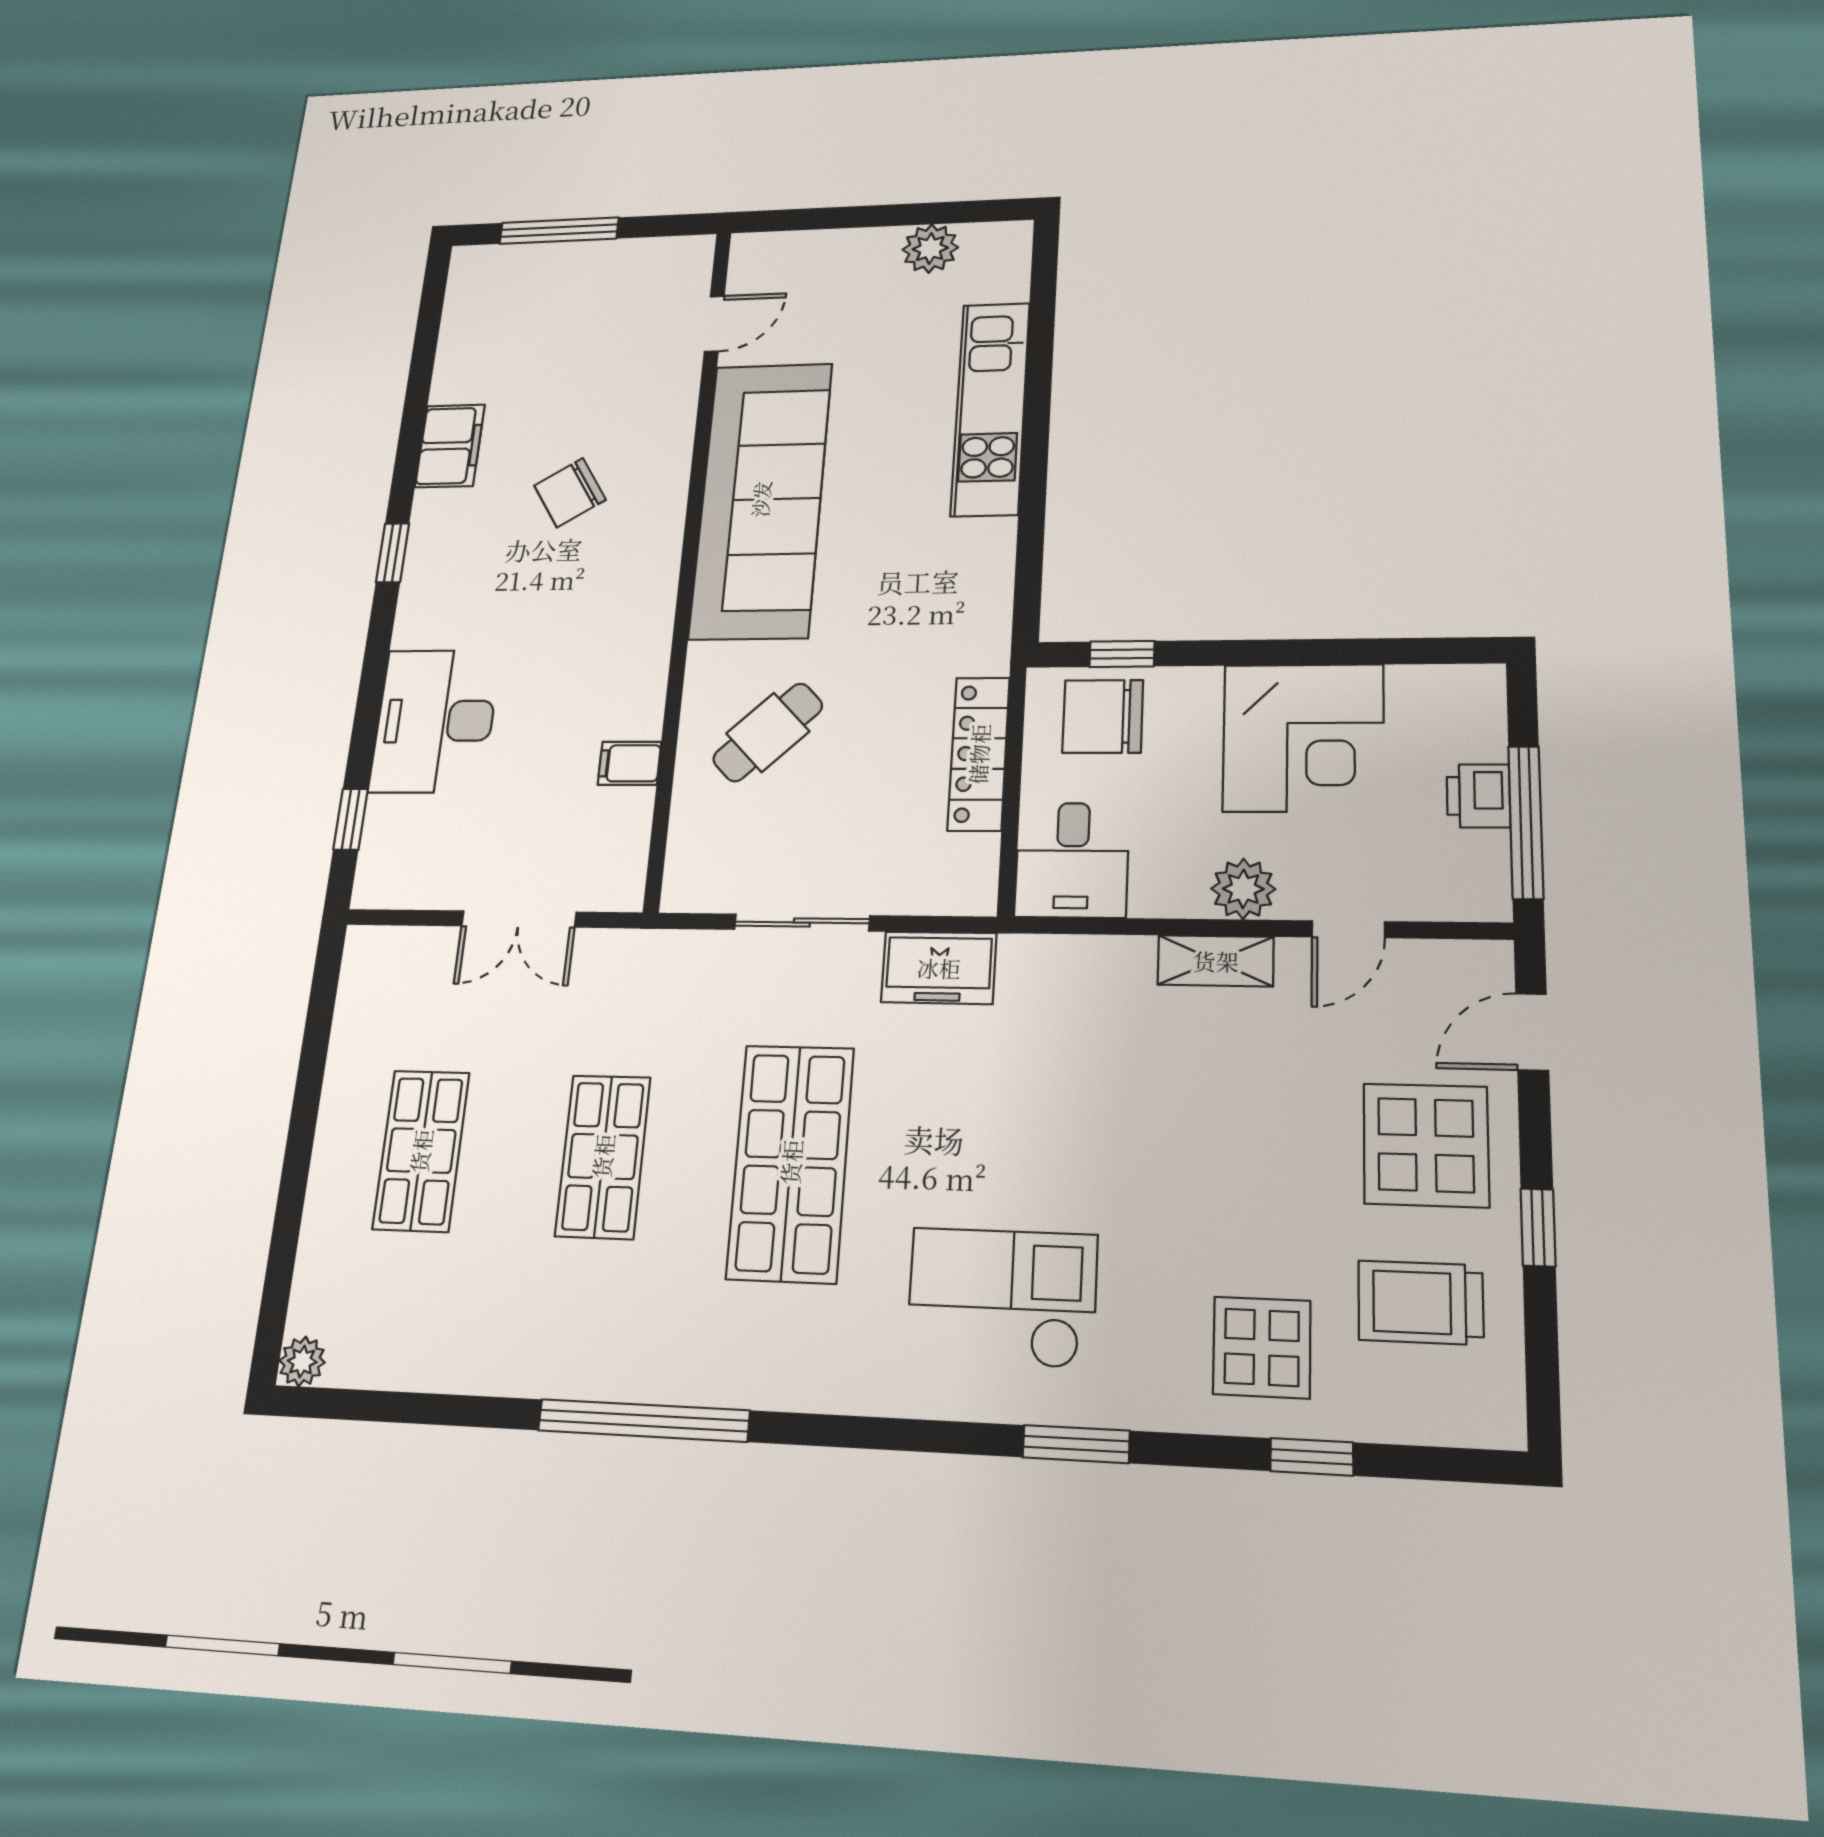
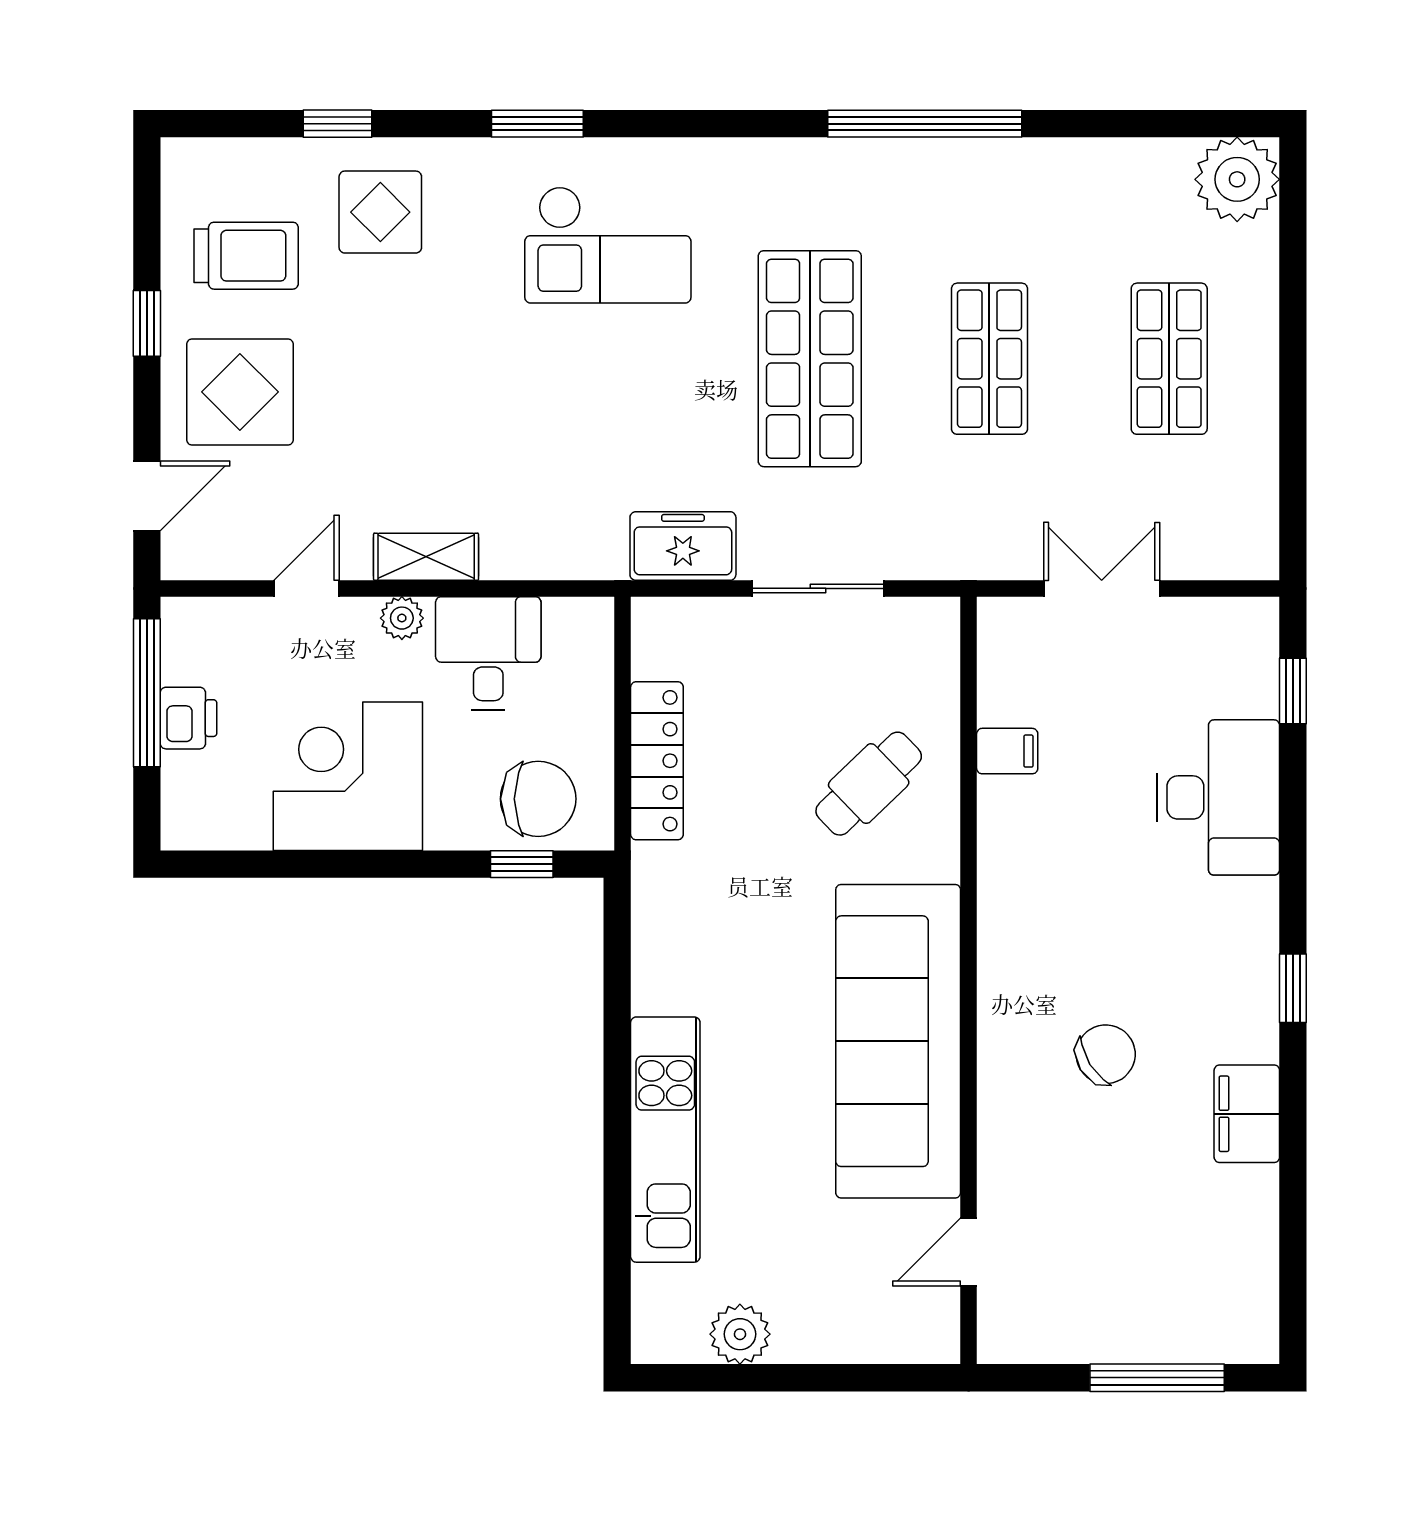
desk: (1072, 860) -> (488, 653), moved
plant: (1243, 889) -> (402, 618), width x0.73, depth x0.73
plant: (302, 1361) -> (1237, 179), width x1.87, depth x1.87

